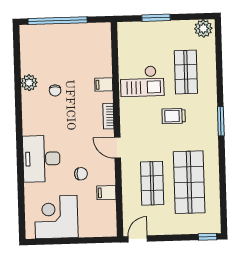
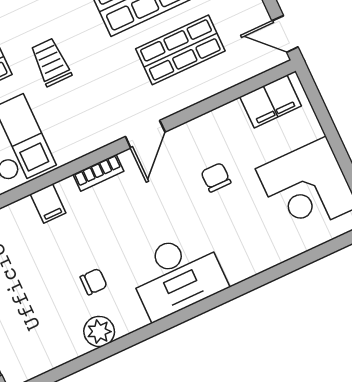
trolley: (174, 116) -> (51, 62), turned 180
desk: (41, 159) -> (177, 275), moved
filing cabinet: (106, 193) -> (271, 101), moved, width x2.00

